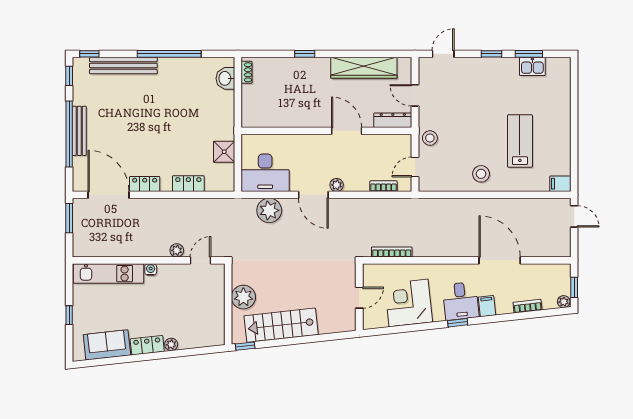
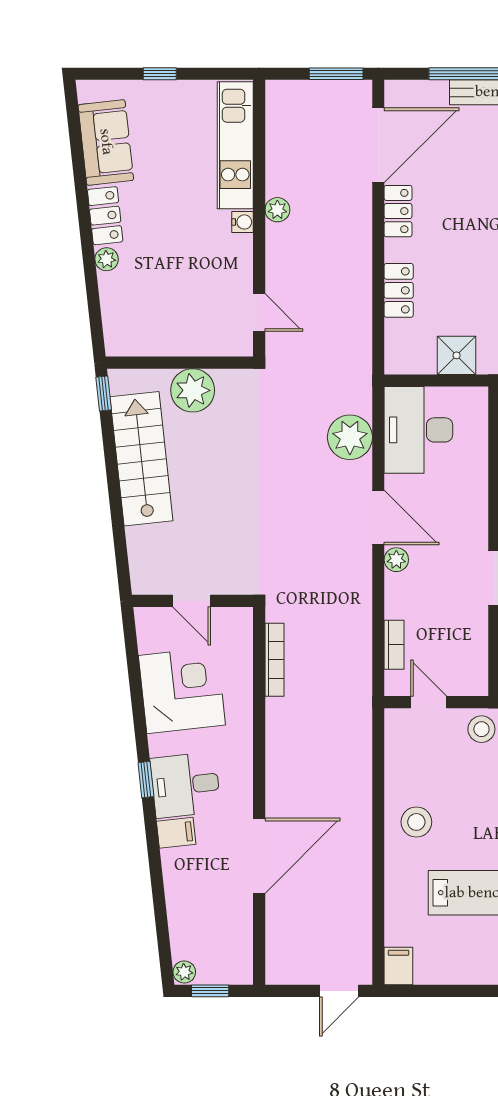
door: (313, 195) -> (378, 517), swing flipped
plant: (177, 250) -> (277, 210), moved
bookcase: (528, 306) -> (176, 906), removed

